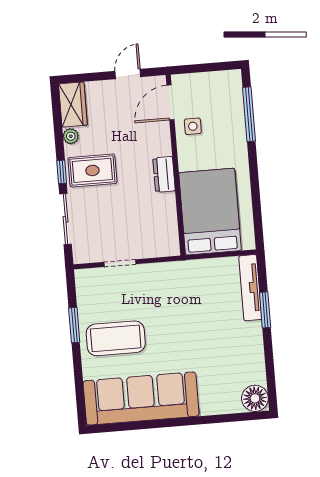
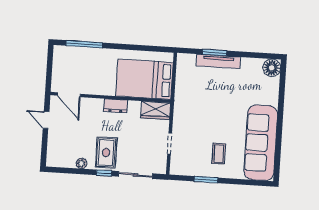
wardrobe: (73, 105) -> (156, 110), moved, turned 180
side table: (193, 126) -> (87, 82), removed
tv unit: (250, 288) -> (218, 61), moved
coffee table: (116, 338) -> (219, 154), width x0.54, depth x0.58

